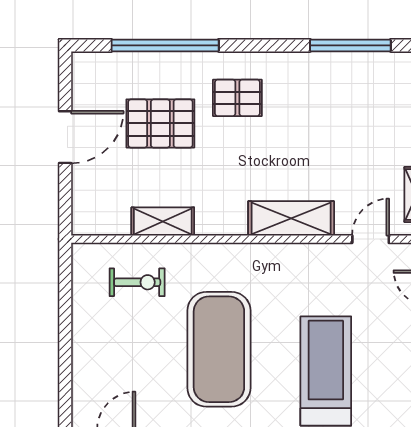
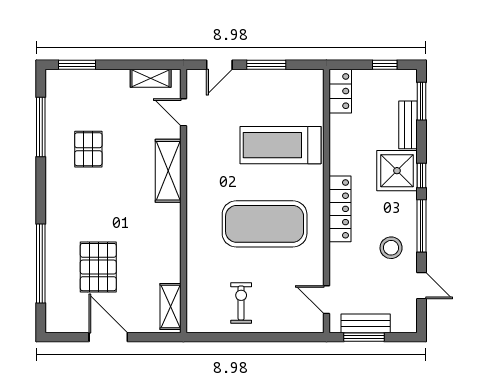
pallet: (237, 98) -> (88, 149), moved
shelving: (163, 221) -> (170, 306), moved
exercise bike: (137, 282) -> (241, 303), moved

